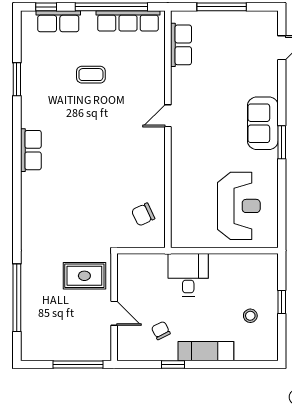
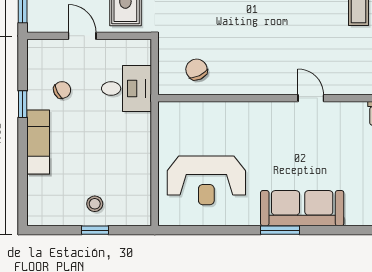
sofa: (263, 123) -> (302, 208), width x1.36
desk: (188, 275) -> (127, 88), moved
door: (114, 313) -> (82, 36), swing flipped
stool: (250, 316) -> (95, 204), moved

